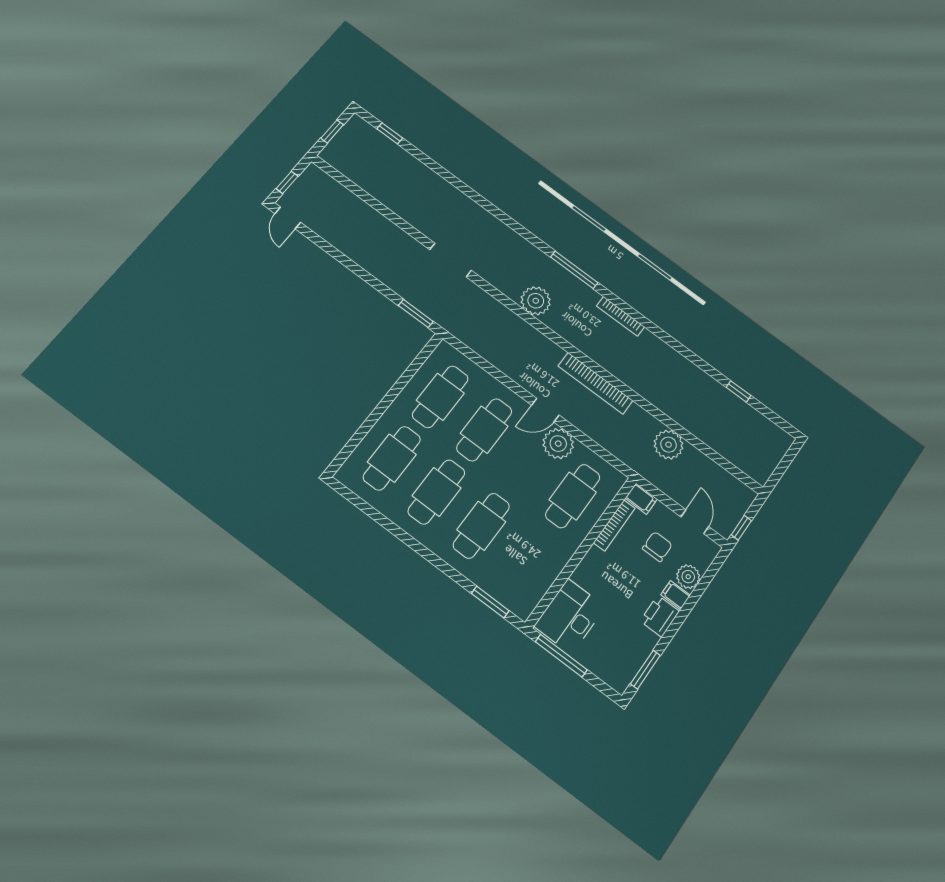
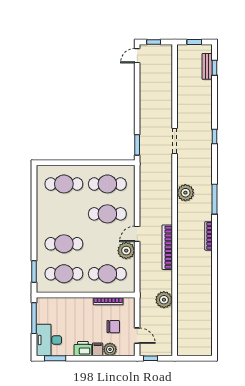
bench: (380, 141) -> (207, 66), added
window: (739, 391) -> (214, 137), moved
door: (545, 410) -> (137, 234), hinge flipped
cafe table: (436, 492) -> (64, 274), moved
filing cabinet: (641, 499) -> (129, 305), removed
door: (695, 522) -> (137, 336), hinge flipped
desk: (570, 616) -> (49, 340), moved, turned -90

